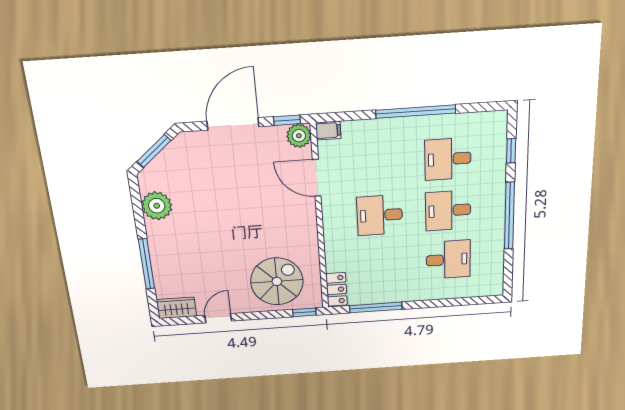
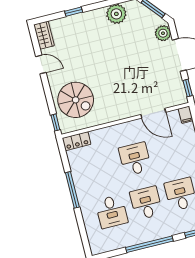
plant: (299, 136) -> (163, 33), moved
door: (317, 178) -> (153, 113), swing flipped
window: (146, 264) -> (74, 12), width x0.46
window: (376, 307) -> (72, 190), moved

